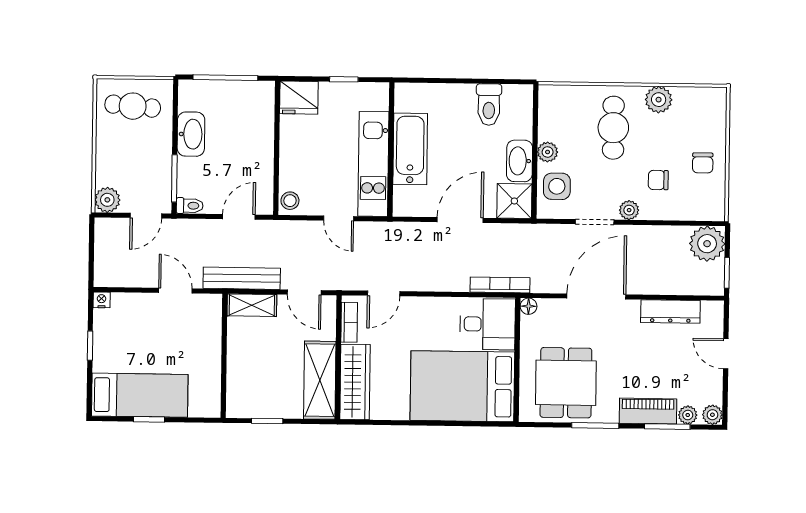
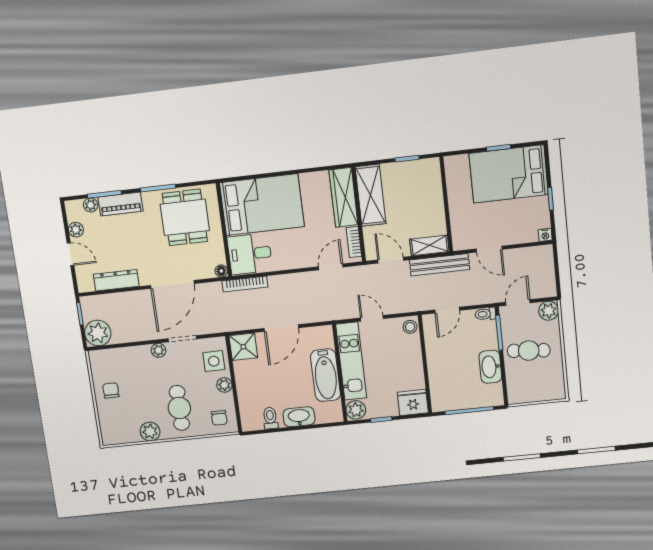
plant: (376, 97) -> (356, 410), added
toilet: (489, 105) -> (270, 418), width x0.73, depth x0.72
cafe table: (133, 106) -> (529, 351), moved
washbasin: (519, 161) -> (299, 417), moved, turned -90
chair: (658, 180) -> (219, 418), moved, turned 90
bed: (140, 395) -> (509, 174), width x1.50
plant: (712, 415) -> (76, 230), moved

